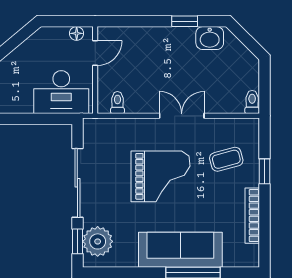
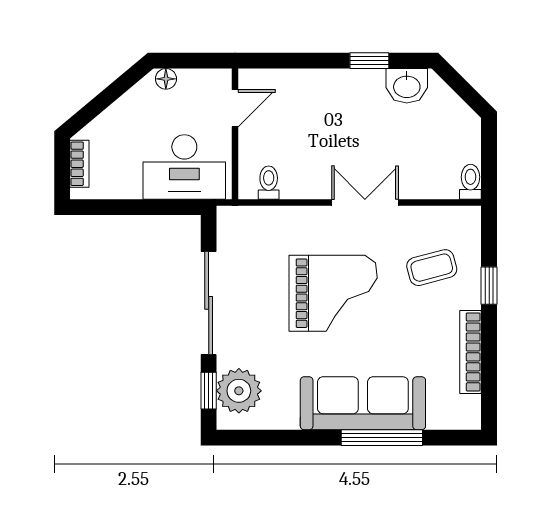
floor lamp: (77, 33) -> (166, 79), moved

